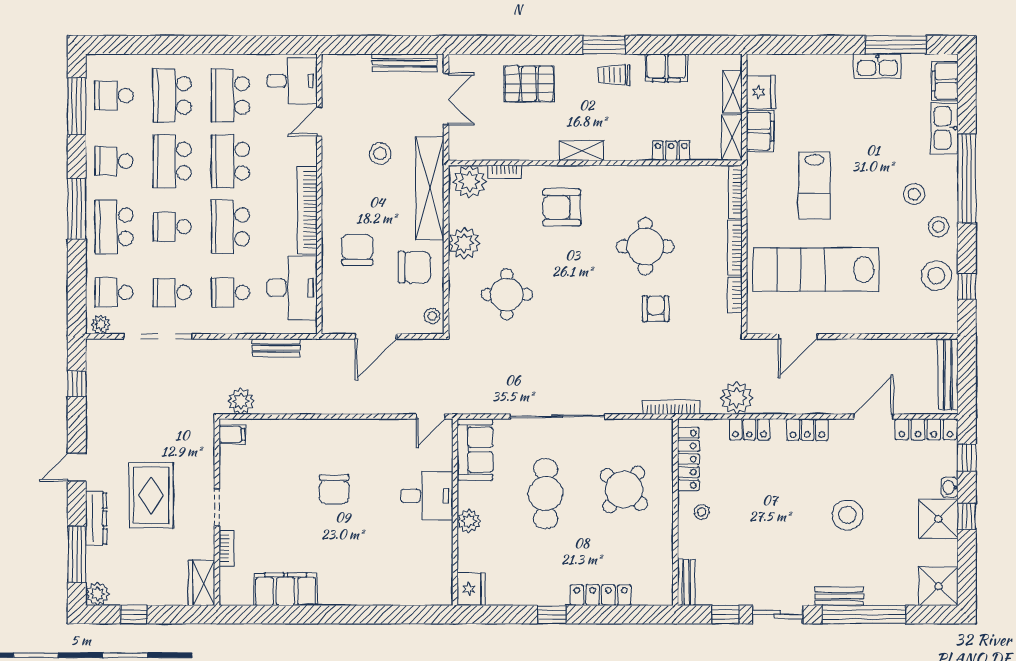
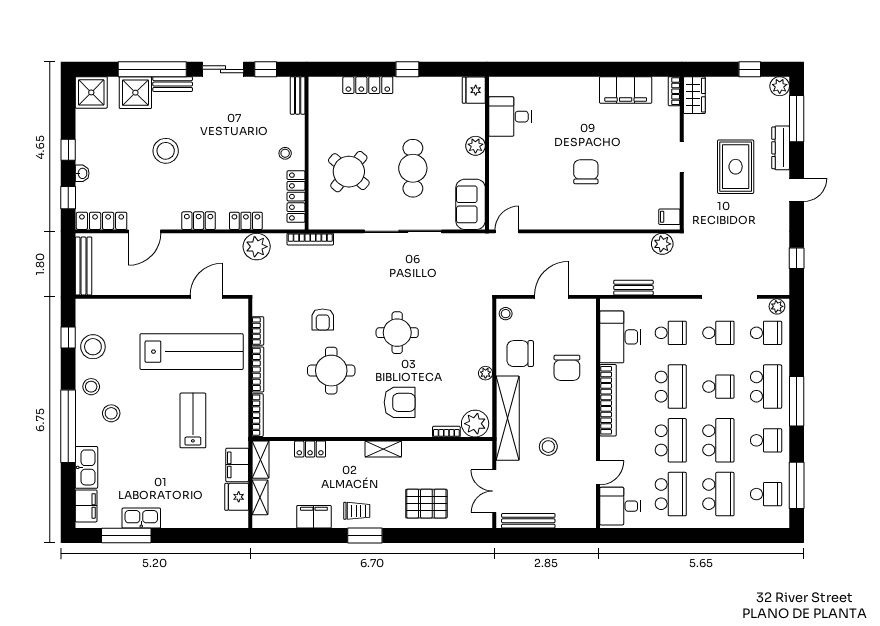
plant: (464, 243) -> (485, 373), width x0.53, depth x0.53
round table: (507, 294) -> (397, 333), moved
desk: (427, 496) -> (510, 117), moved
shower: (938, 519) -> (135, 93), moved
bookcase: (226, 548) -> (674, 91), moved

